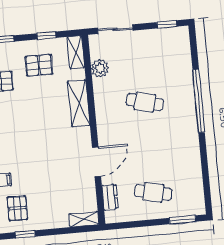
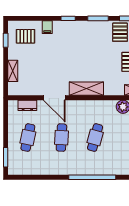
shelving: (79, 103) -> (86, 89), moved
cafe table: (149, 147) -> (61, 138), added
shelving: (84, 219) -> (13, 71), moved

